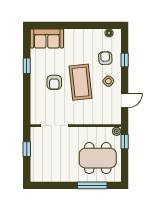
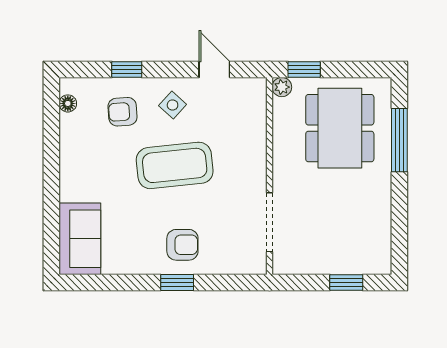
window: (27, 66) -> (177, 282), moved
armchair: (54, 82) -> (182, 245), moved
window: (27, 149) -> (346, 282), moved

